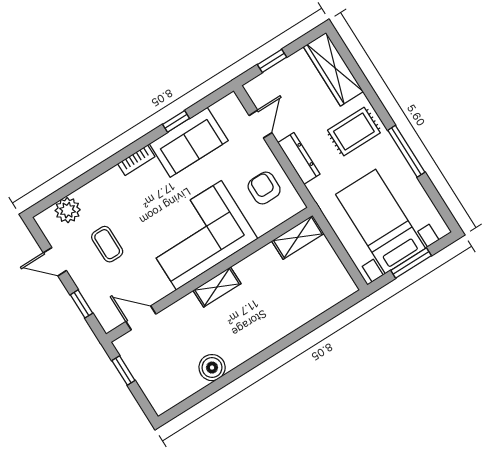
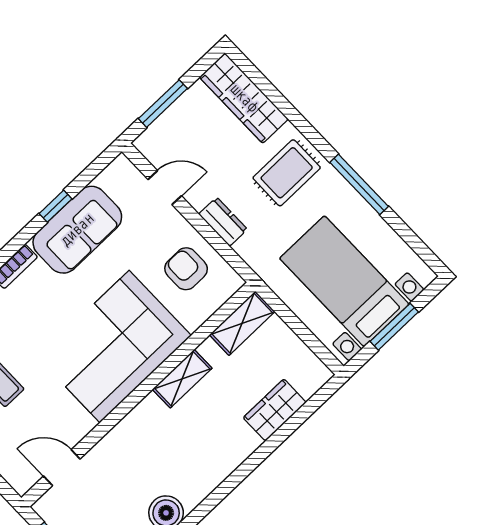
window: (272, 61) -> (163, 104), width x1.50
door: (261, 124) -> (165, 188), hinge flipped
dresser: (299, 158) -> (223, 222), width x0.70
shelving: (217, 287) -> (182, 379), moved
wardrobe: (309, 307) -> (275, 410), added

